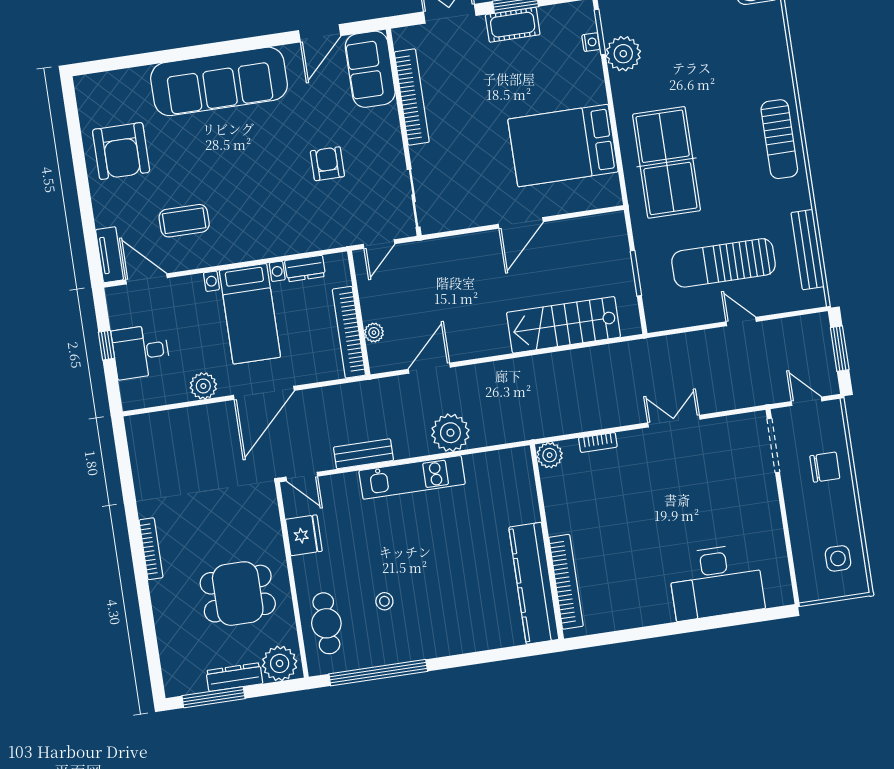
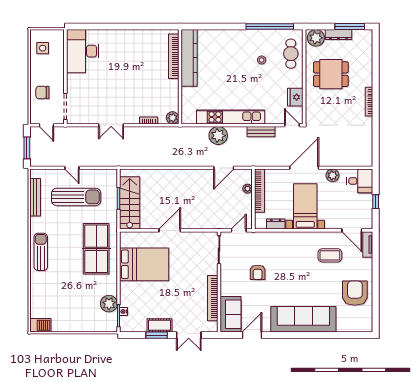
stairs: (564, 325) -> (130, 203), moved, turned -90
desk: (141, 352) -> (360, 181), moved
kitchen unit: (412, 477) -> (231, 117), width x1.36
desk: (716, 582) -> (83, 51), moved, turned -90

